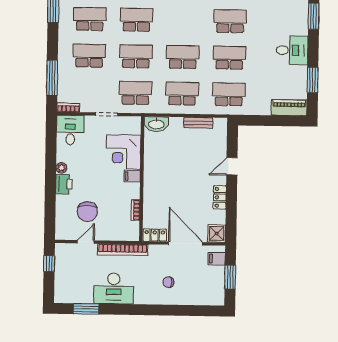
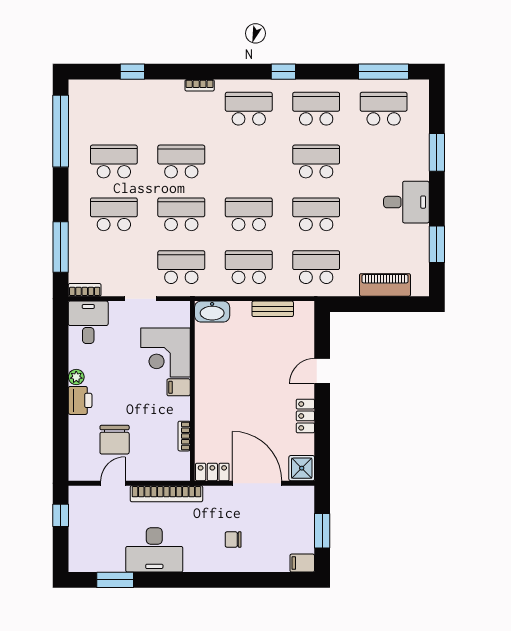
piano: (289, 108) -> (385, 285), moved
filing cabinet: (217, 259) -> (302, 563), moved

